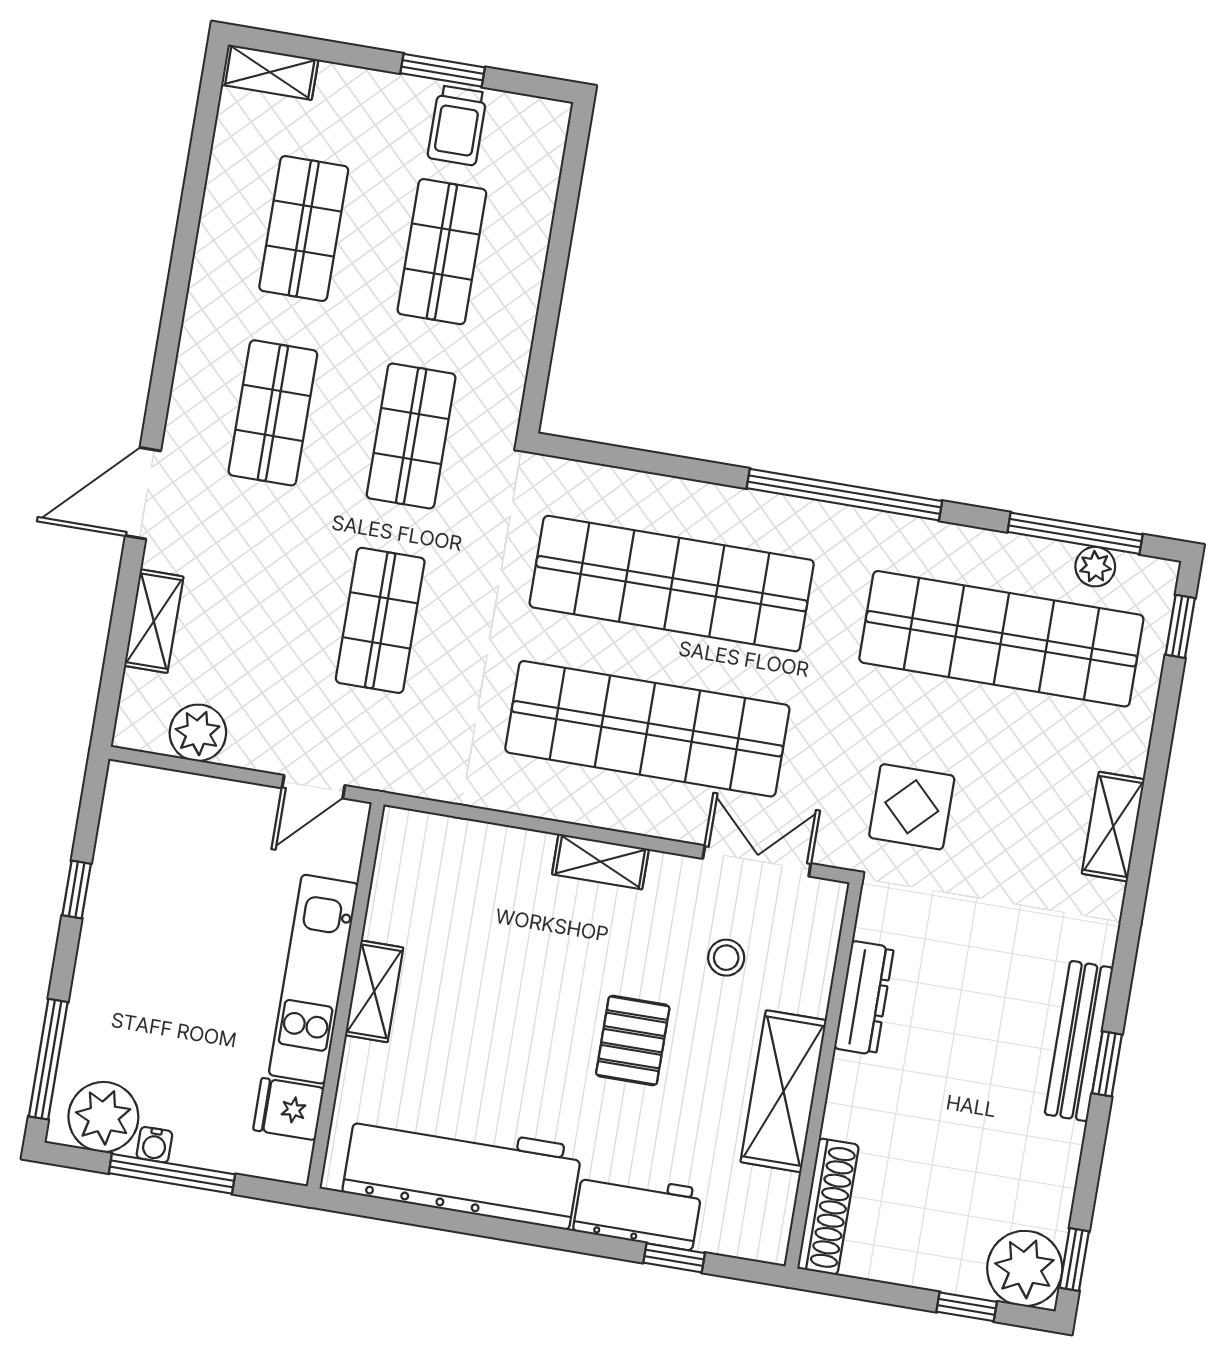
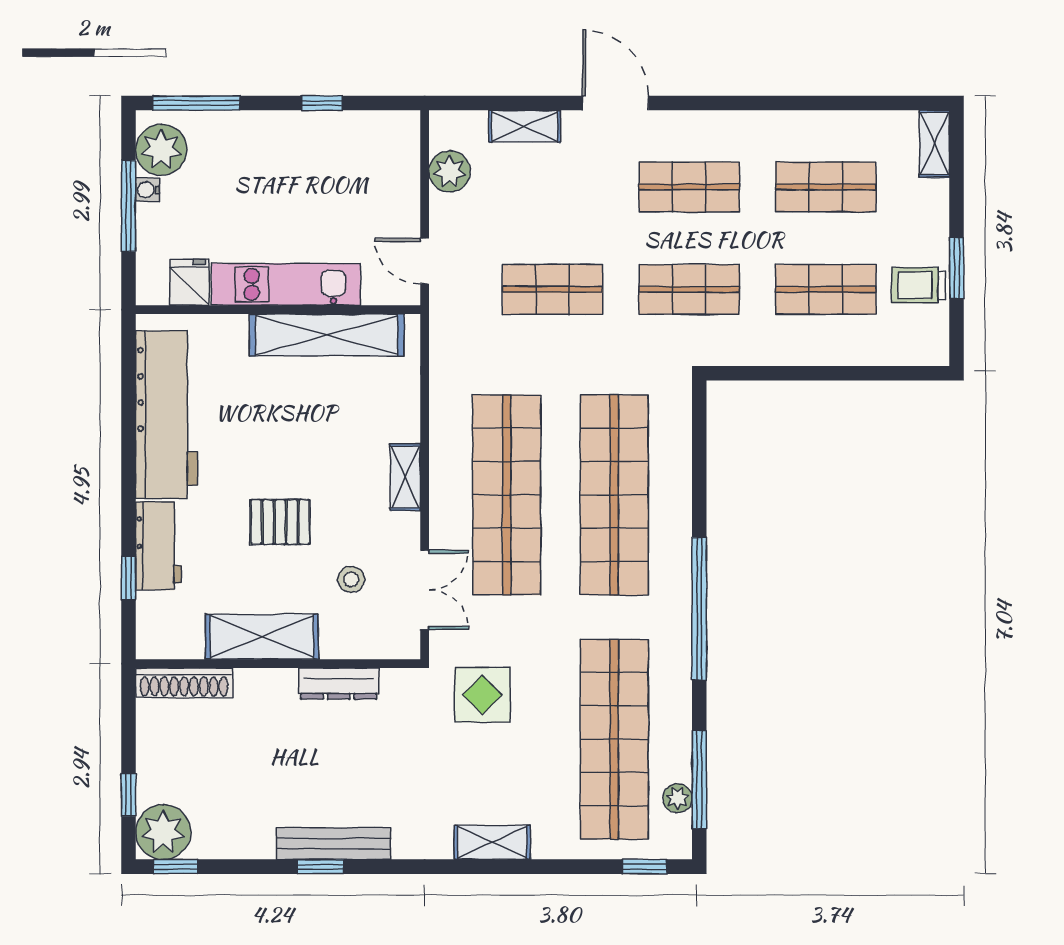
shelving: (374, 991) -> (327, 335), width x2.20, depth x1.33

